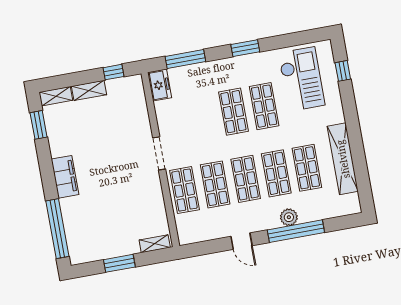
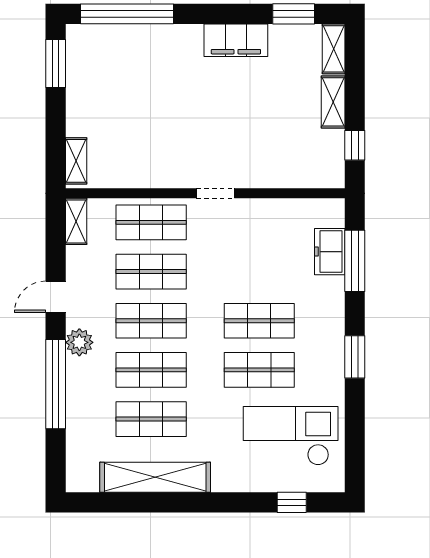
checkout: (302, 79) -> (291, 436), turned 180
freezer: (160, 85) -> (330, 252), moved, turned 90
doorway: (159, 153) -> (215, 193), width x0.73
filing cabinet: (65, 177) -> (236, 40), moved
plant: (289, 217) -> (79, 342), moved
shelving: (192, 237) -> (76, 221), added
window: (119, 263) -> (56, 63), moved

